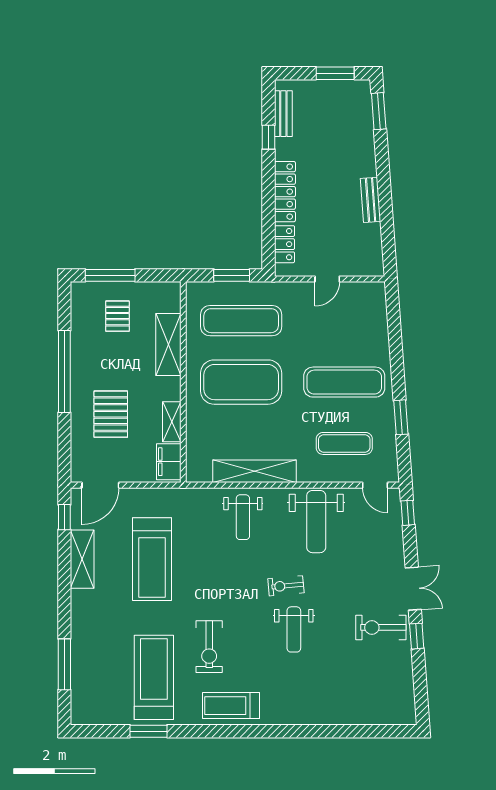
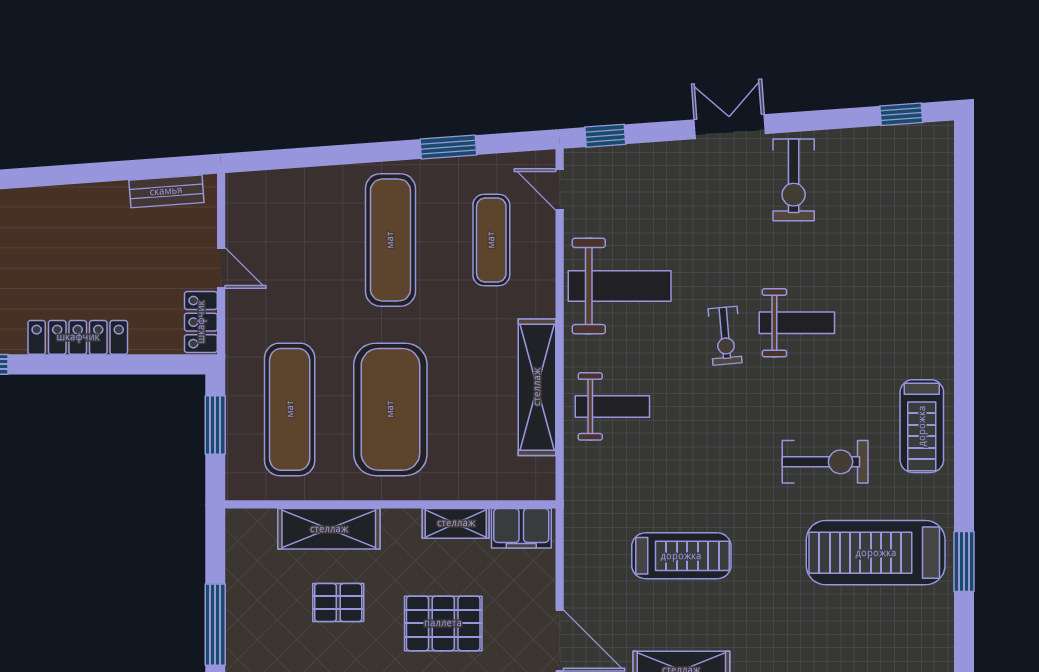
bench: (371, 200) -> (166, 191), moved
locker: (285, 244) -> (201, 322), moved, turned -90
pallet: (117, 316) -> (338, 603), moved
door: (375, 485) -> (560, 189), swing flipped
treadmill: (152, 559) -> (681, 556), width x0.73, depth x0.73
window: (417, 636) -> (901, 114), moved

